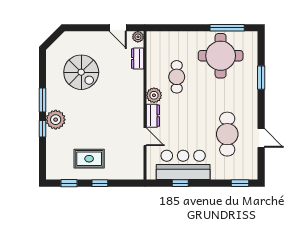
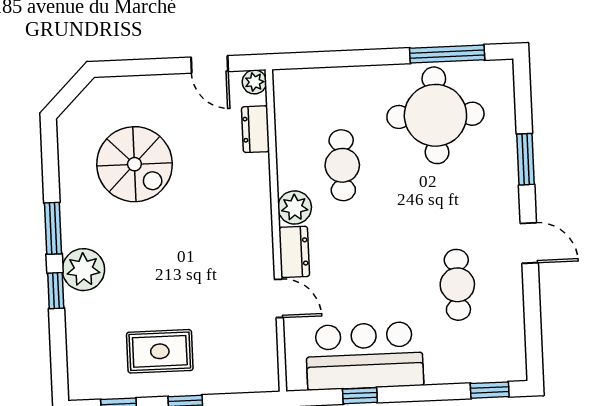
cafe table: (227, 134) -> (457, 285), width x0.73, depth x0.74
door: (261, 138) -> (529, 243), moved

